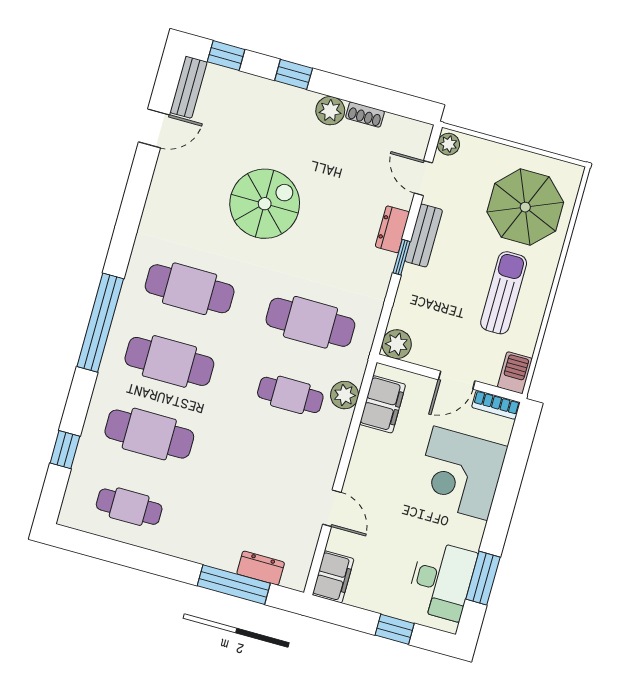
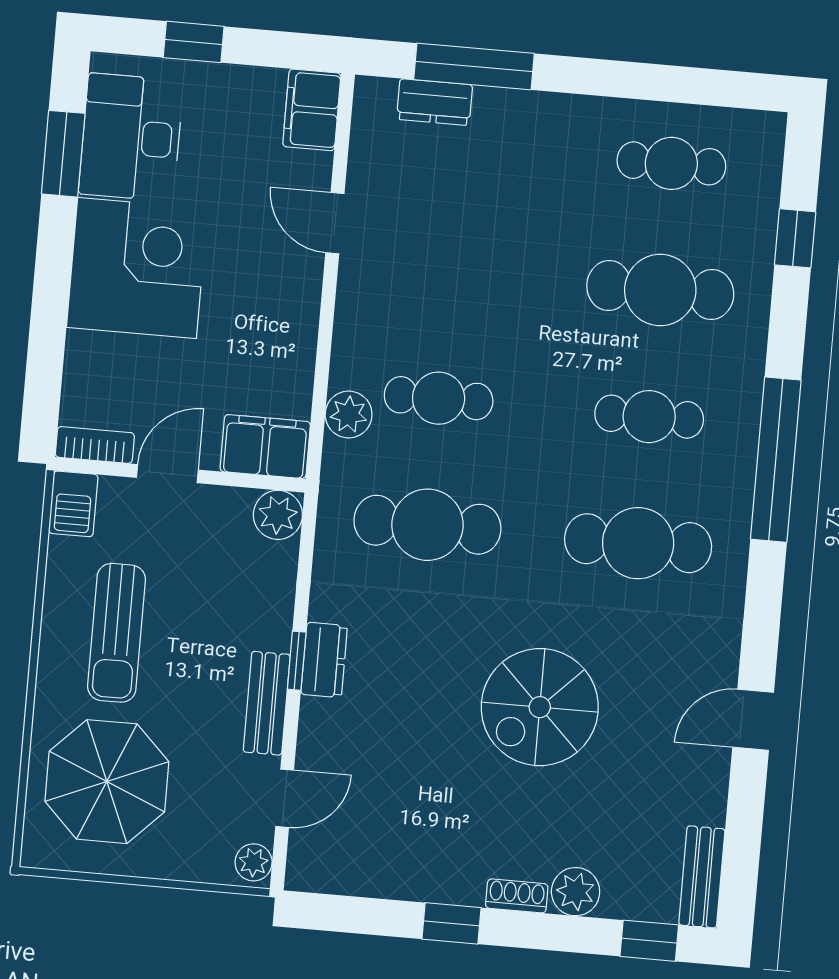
window: (294, 74) -> (451, 923), moved
plant: (330, 111) -> (576, 892), moved
shoe rack: (365, 114) -> (517, 896), moved
door: (154, 128) -> (753, 720), moved
door: (423, 178) -> (285, 798), hinge flipped
dresser: (392, 229) -> (324, 660), moved
cafe table: (169, 361) -> (649, 417), width x0.73, depth x0.74
filing cabinet: (383, 404) -> (265, 447), moved, turned 90
corner desk: (461, 473) -> (137, 268), moved

